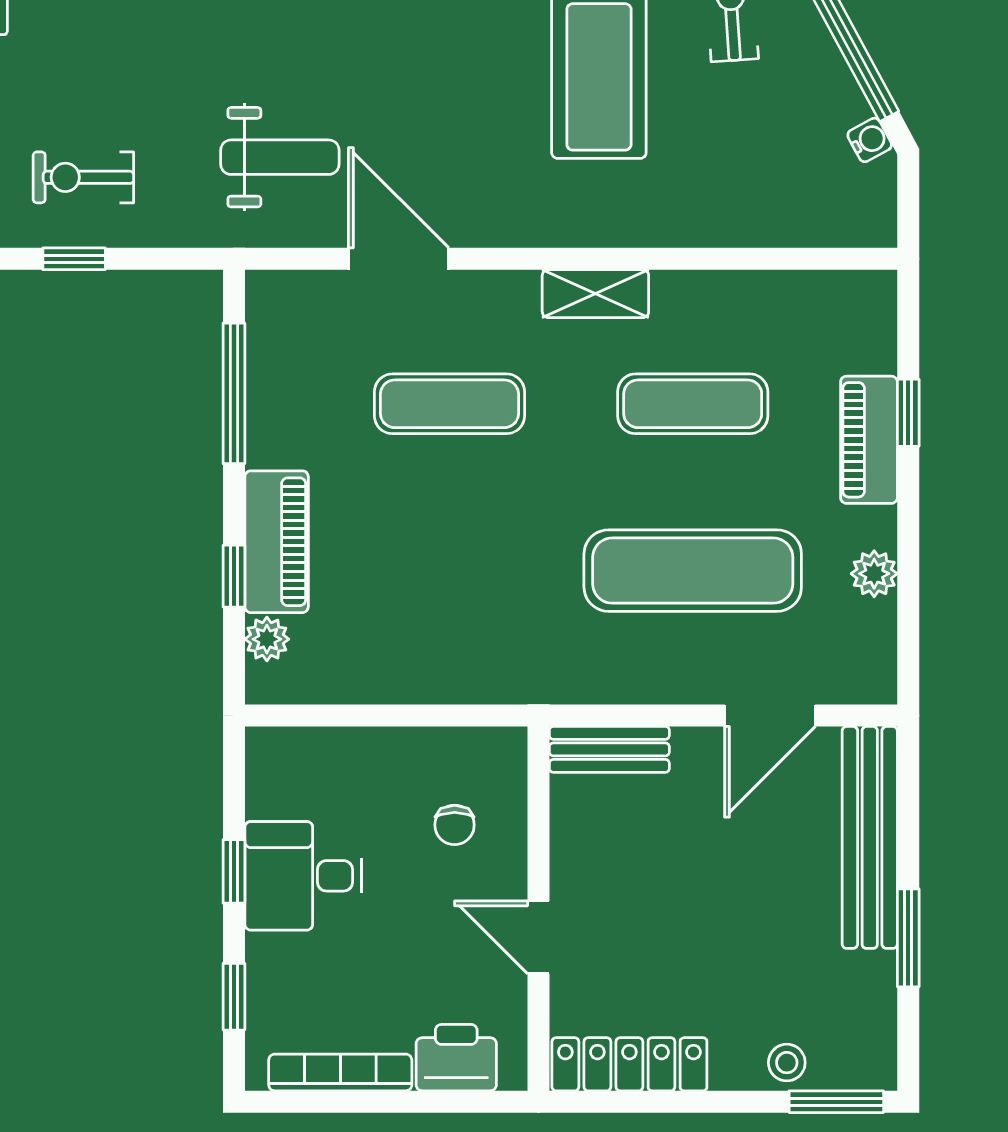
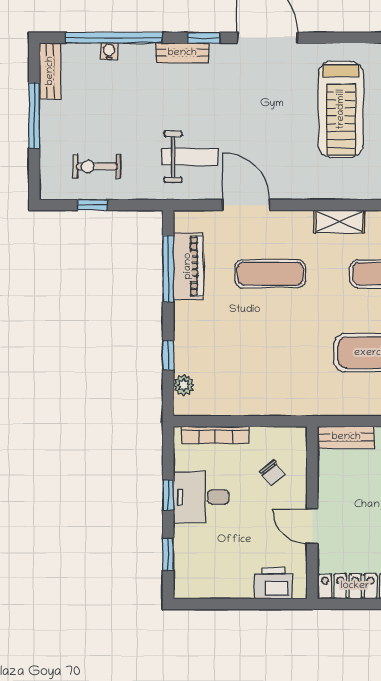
piano: (277, 542) -> (188, 266), moved
chair: (455, 825) -> (273, 473), turned -39
bookcase: (340, 1072) -> (215, 435), moved, turned 180

